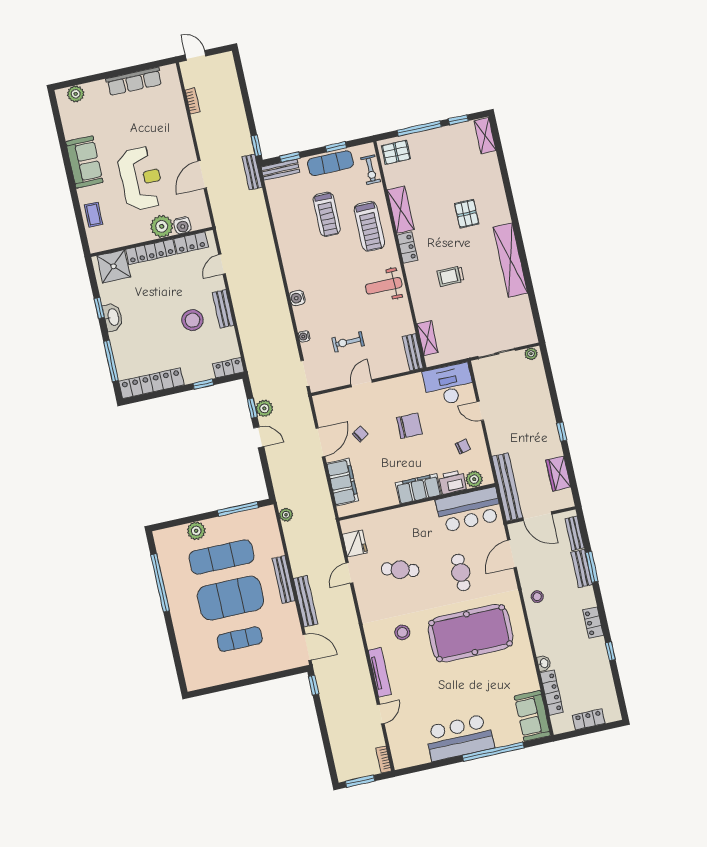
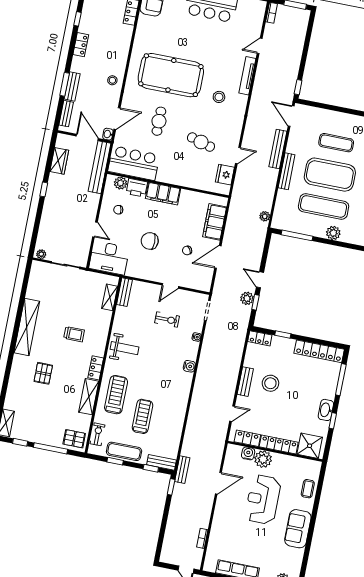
washbasin: (544, 663) -> (108, 134), moved

